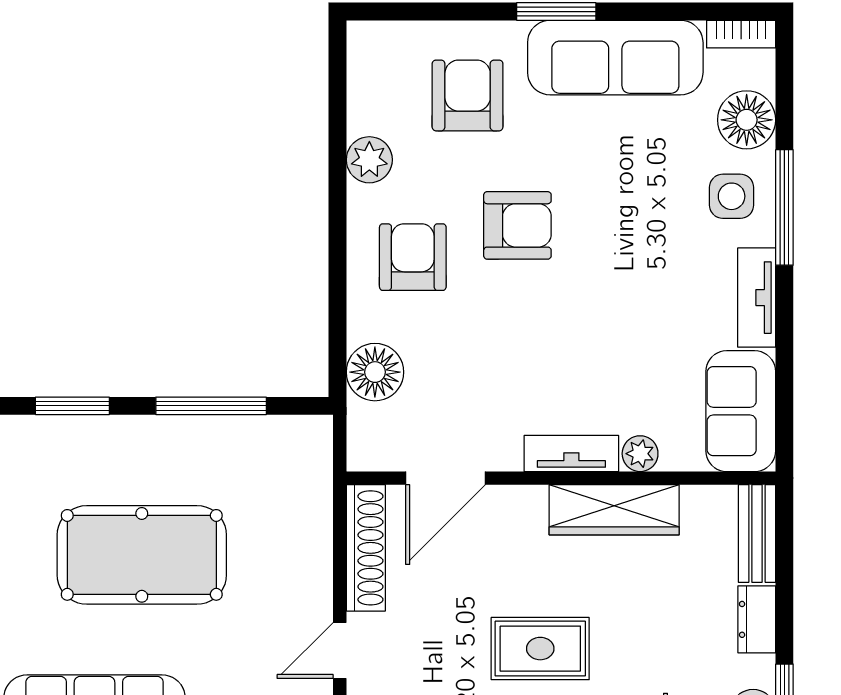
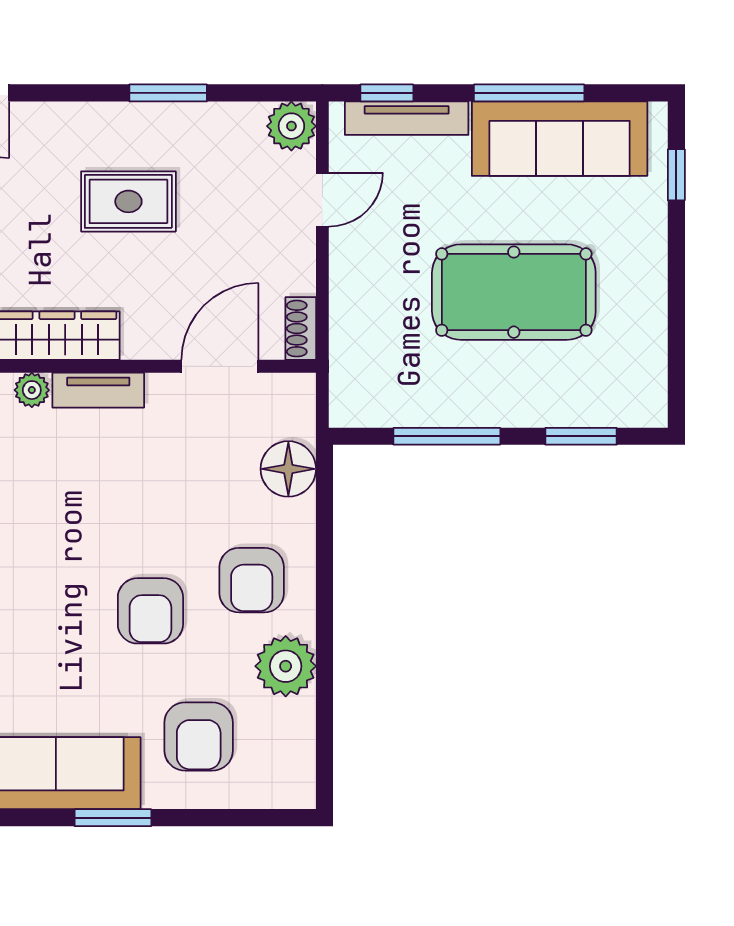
plant: (369, 160) -> (286, 666), width x1.36, depth x1.36
armchair: (517, 225) -> (150, 611), turned -90
shoe rack: (366, 548) -> (301, 329), width x0.51, depth x0.81

